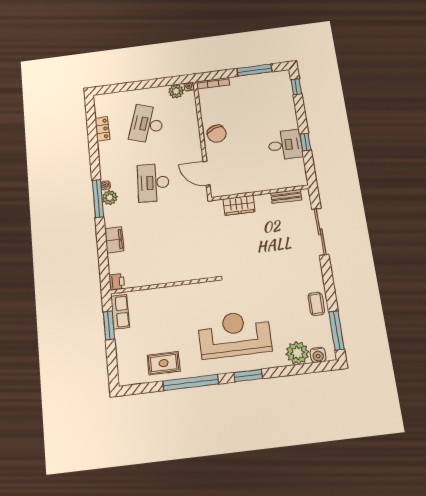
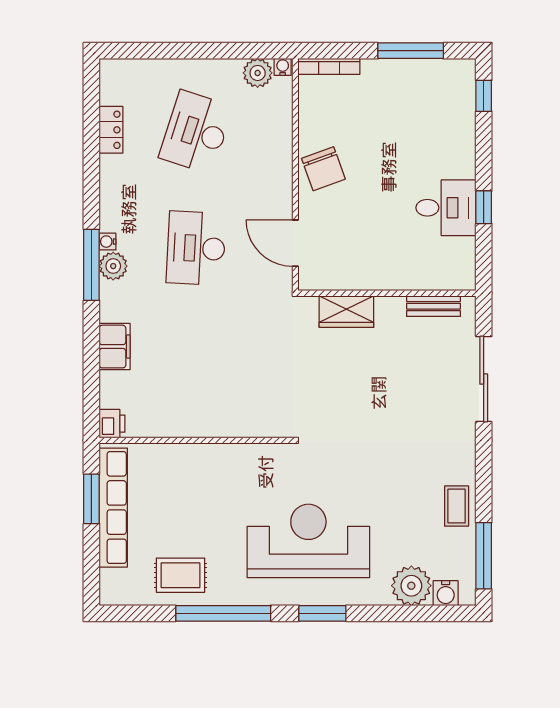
row of seats: (120, 312) -> (113, 508), width x2.02

